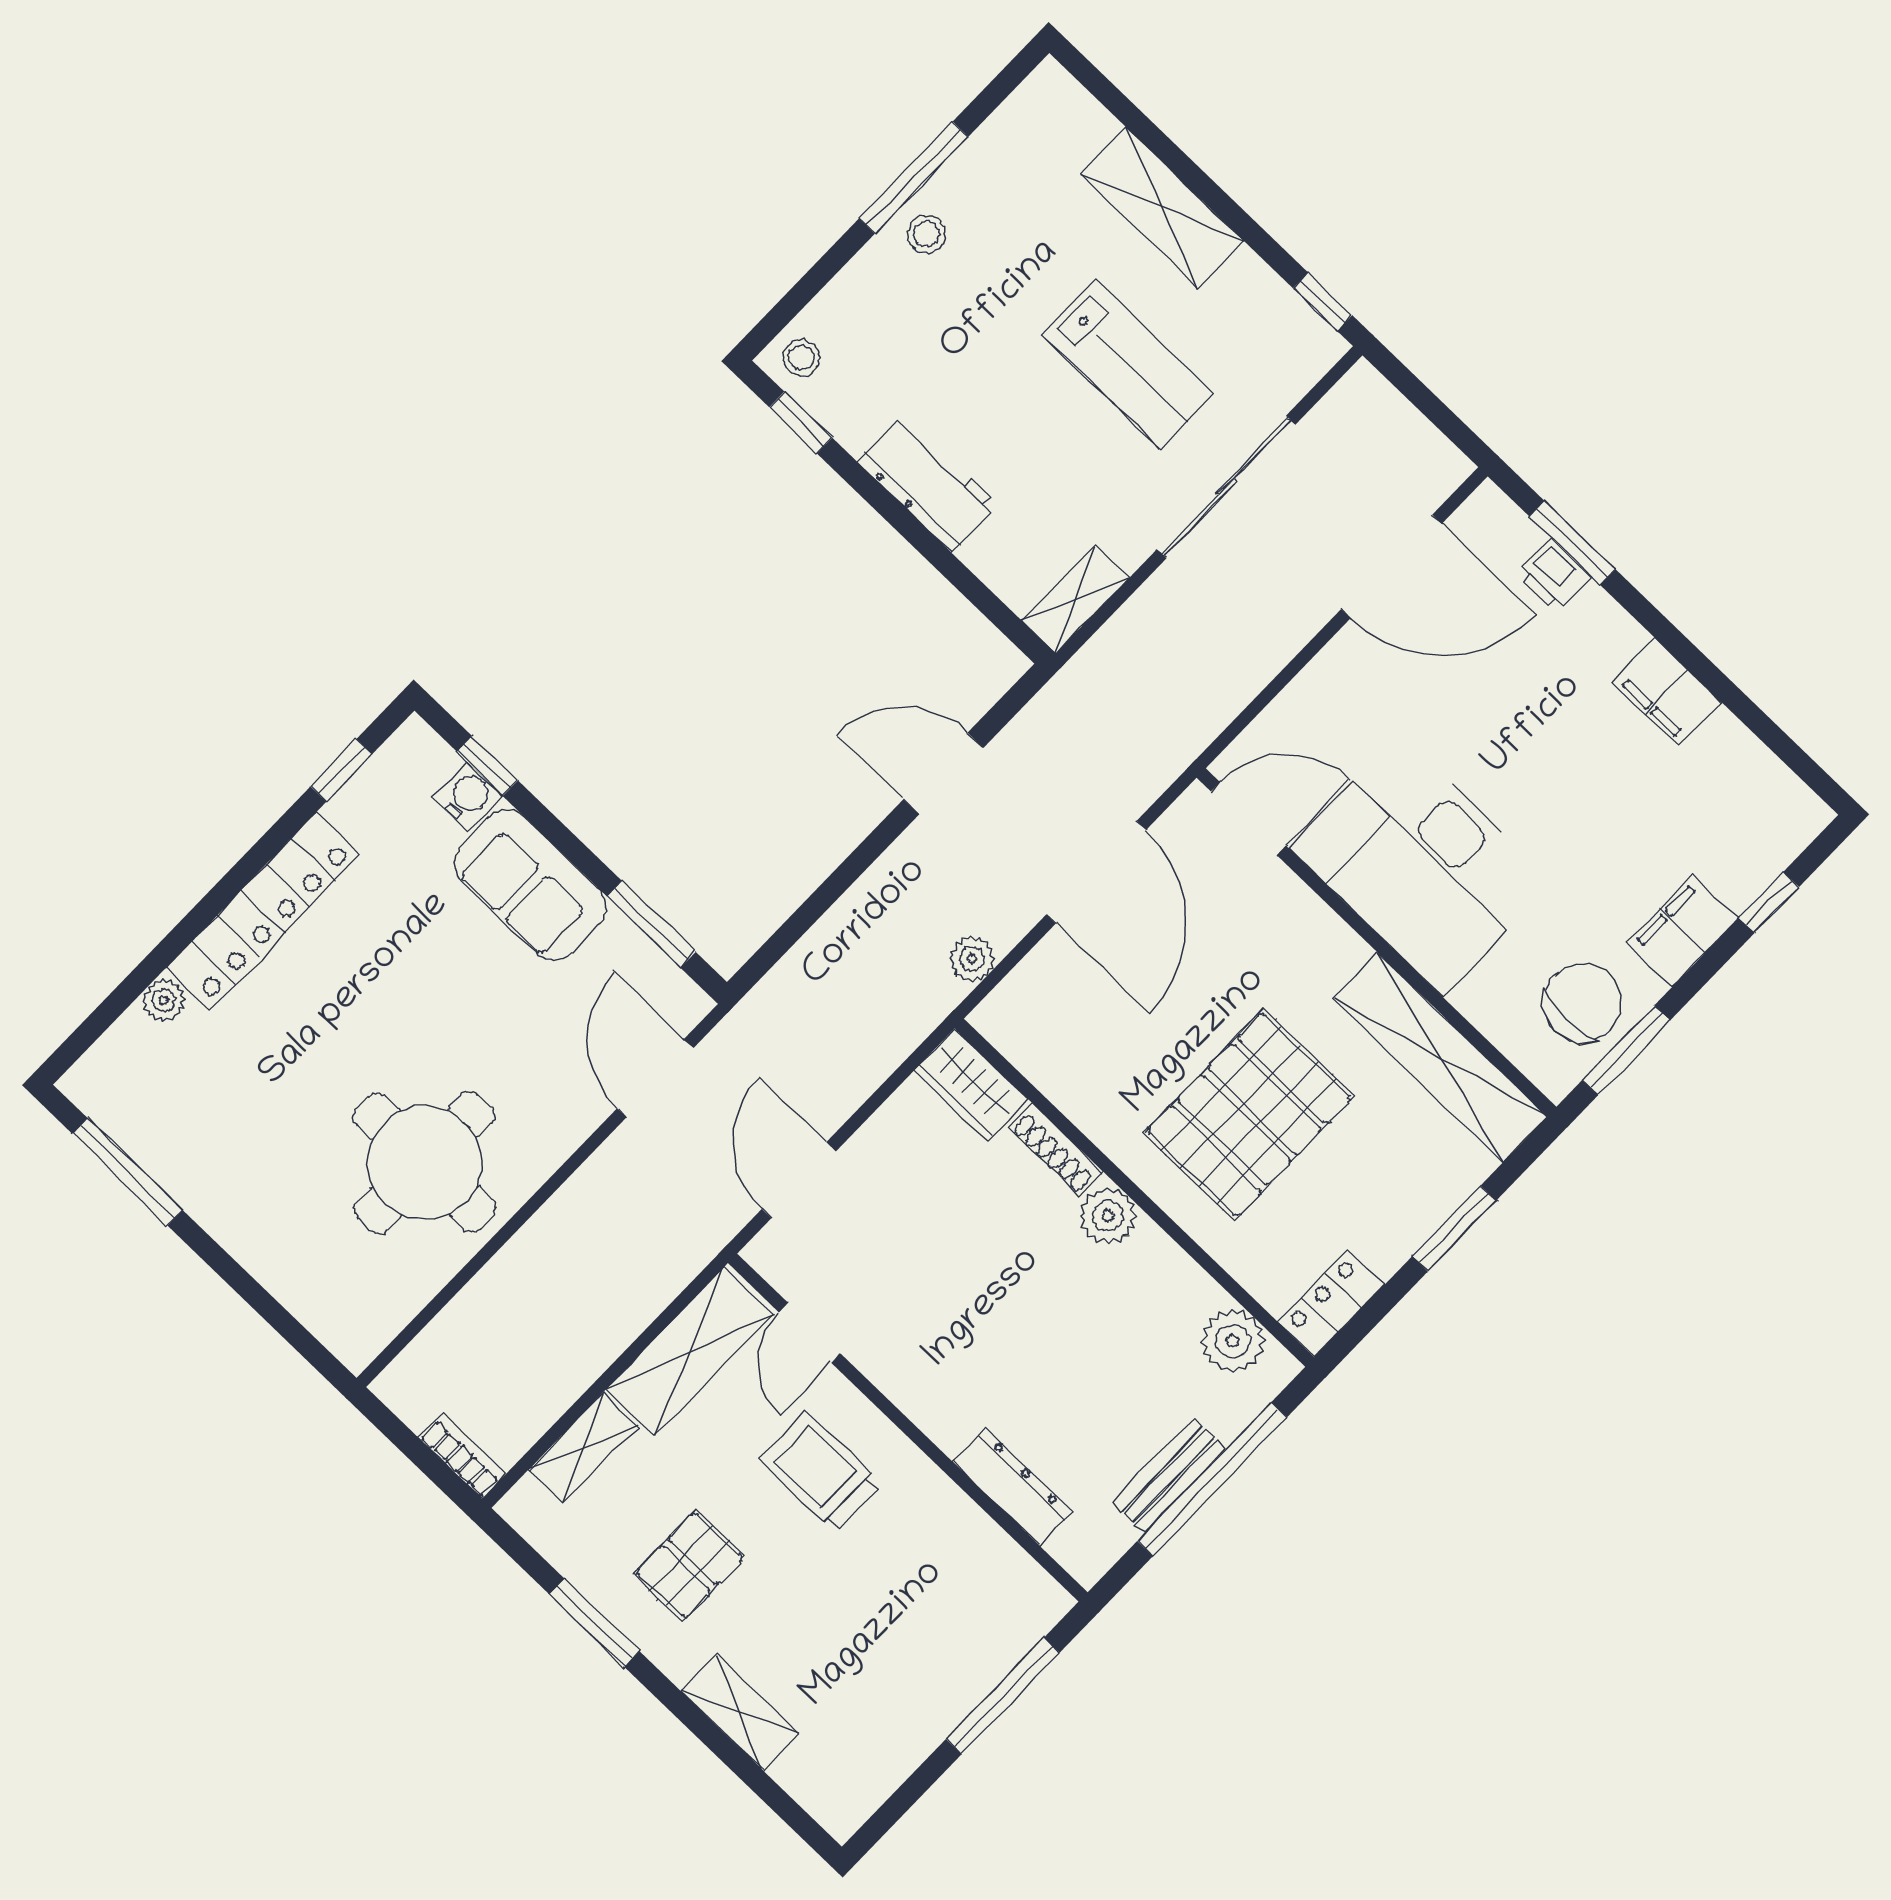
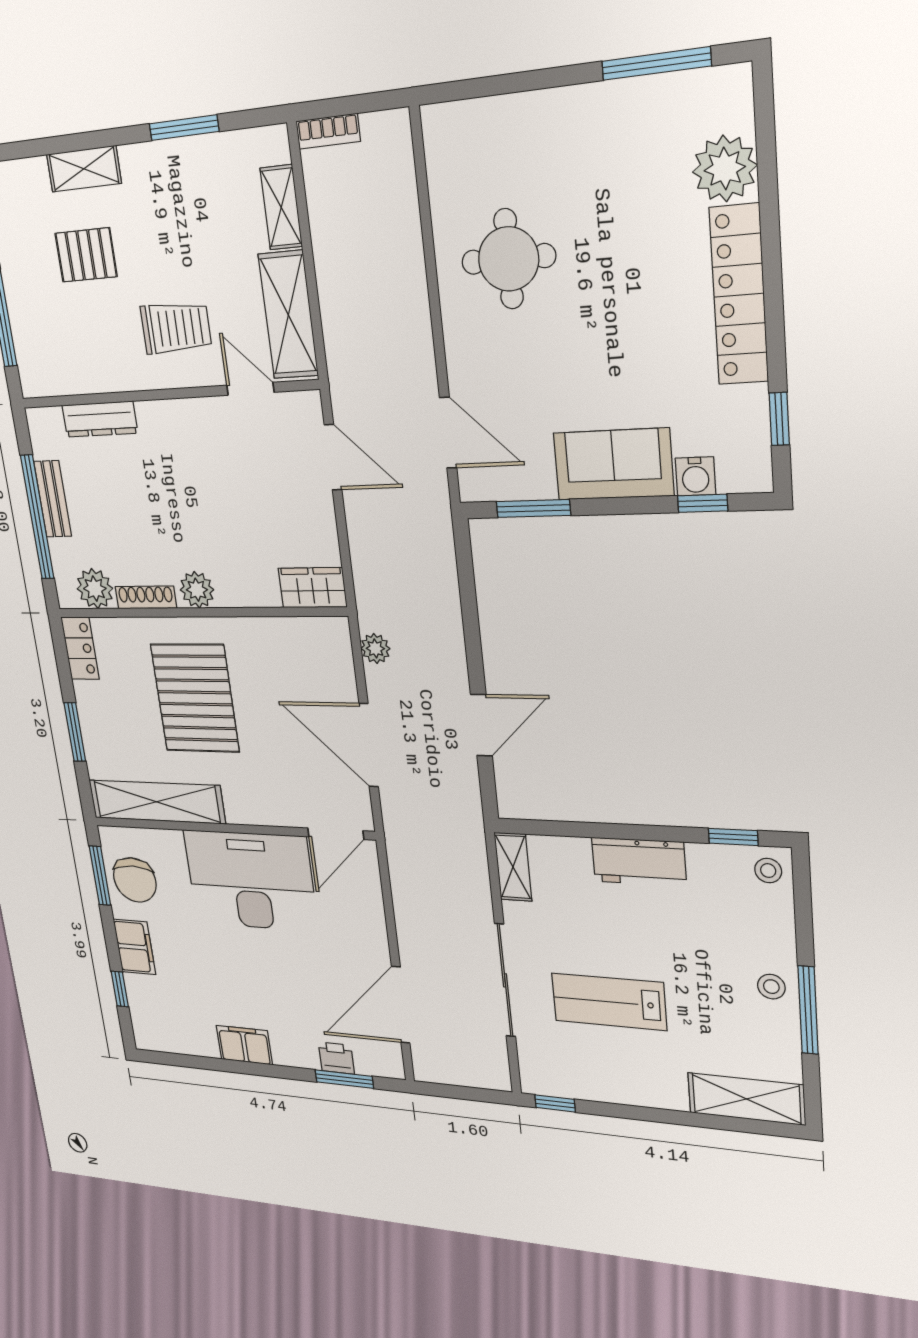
shelving: (1162, 208) -> (746, 1099), moved
plant: (164, 1000) -> (725, 169), width x1.88, depth x1.88
shoe rack: (1056, 1150) -> (146, 597), moved
round table: (425, 1163) -> (509, 259), width x0.73, depth x0.73
pallet: (690, 1565) -> (86, 255), moved, turned 90

